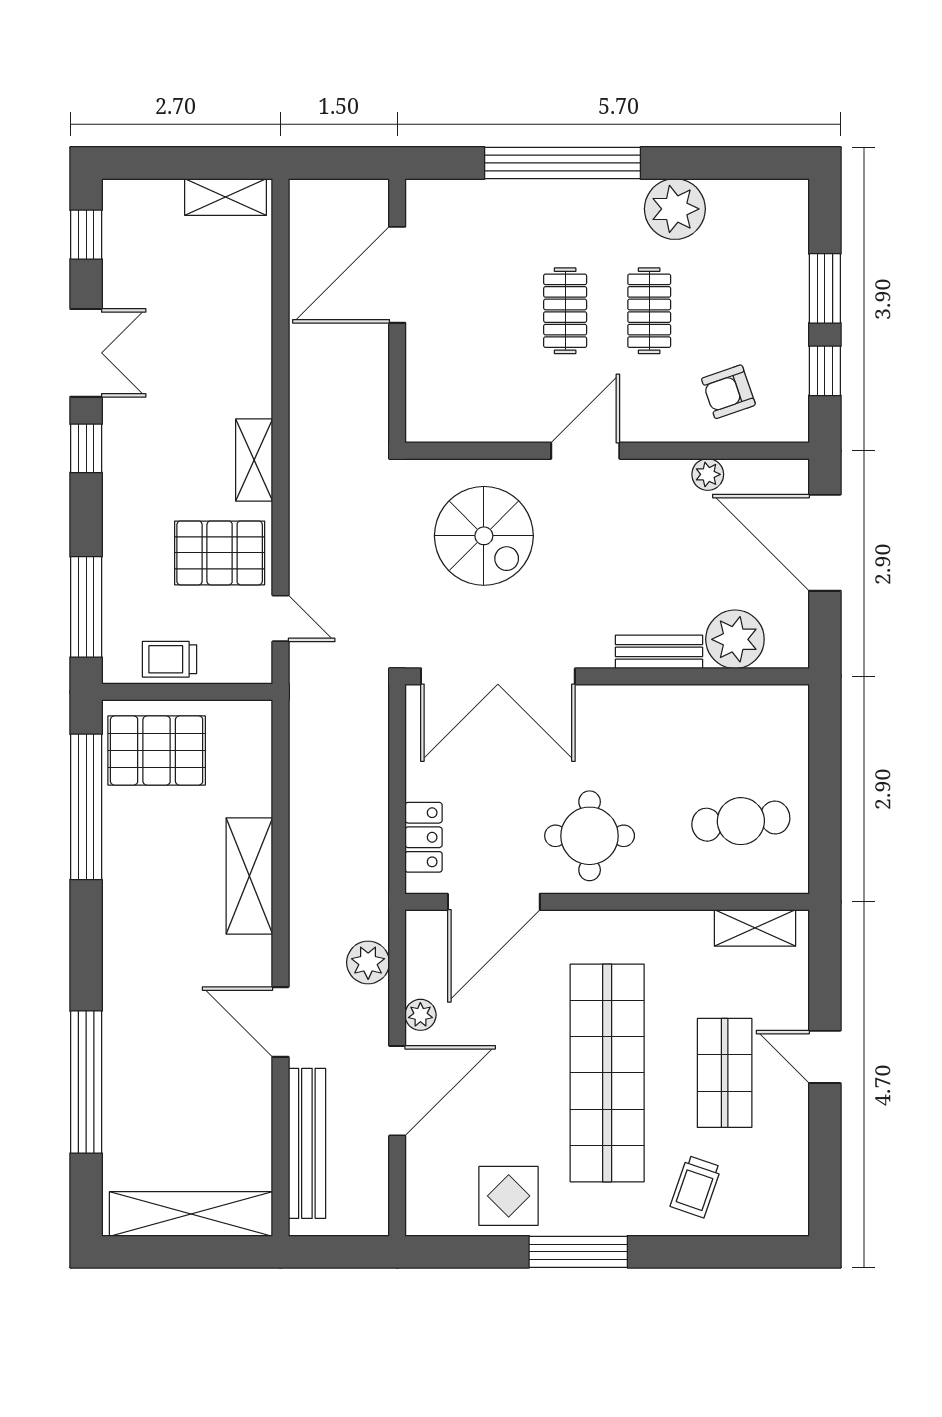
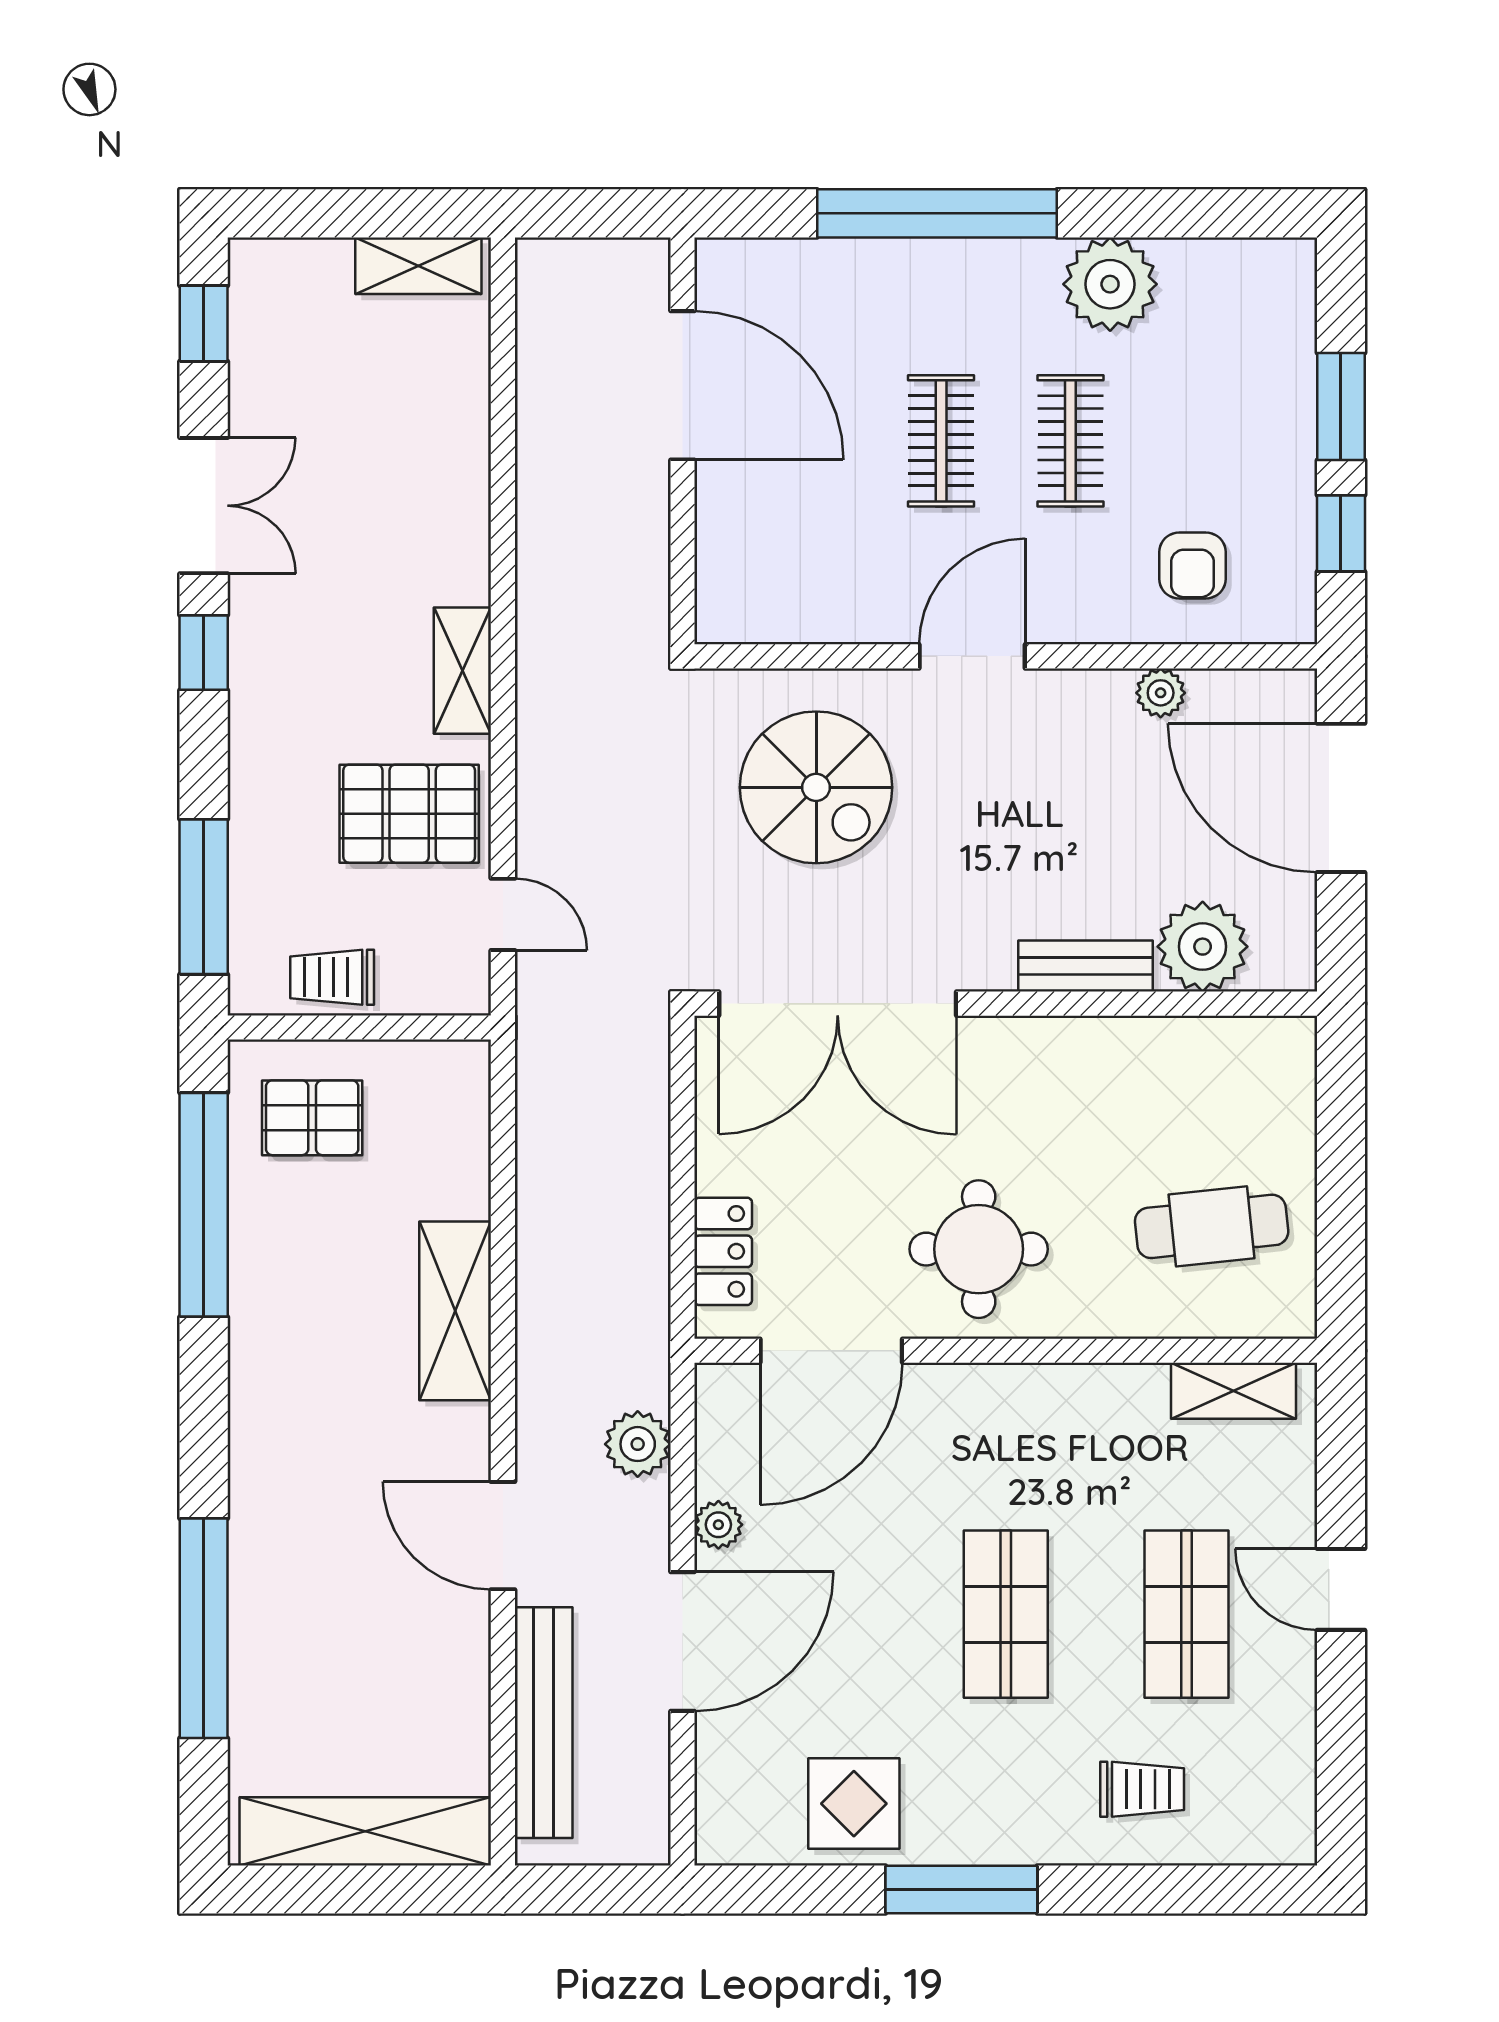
door: (397, 275) -> (682, 385), swing flipped
armchair: (728, 392) -> (1192, 565), turned -71
pallet: (157, 750) -> (312, 1118), width x0.67, depth x0.71
shop shelf: (607, 1073) -> (1006, 1614), width x0.50, depth x0.74
trolley: (696, 1187) -> (1142, 1789), turned -109

